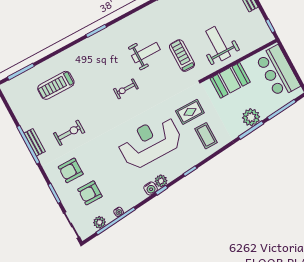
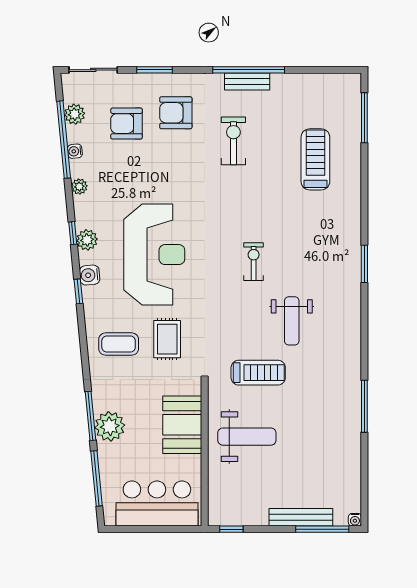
exercise bike: (69, 133) -> (233, 141), turned 180
armchair: (71, 170) -> (176, 113), turned -90
water cooler: (151, 188) -> (90, 275), moved
armchair: (90, 193) -> (127, 124), turned -90
plant: (136, 200) -> (79, 187), added

